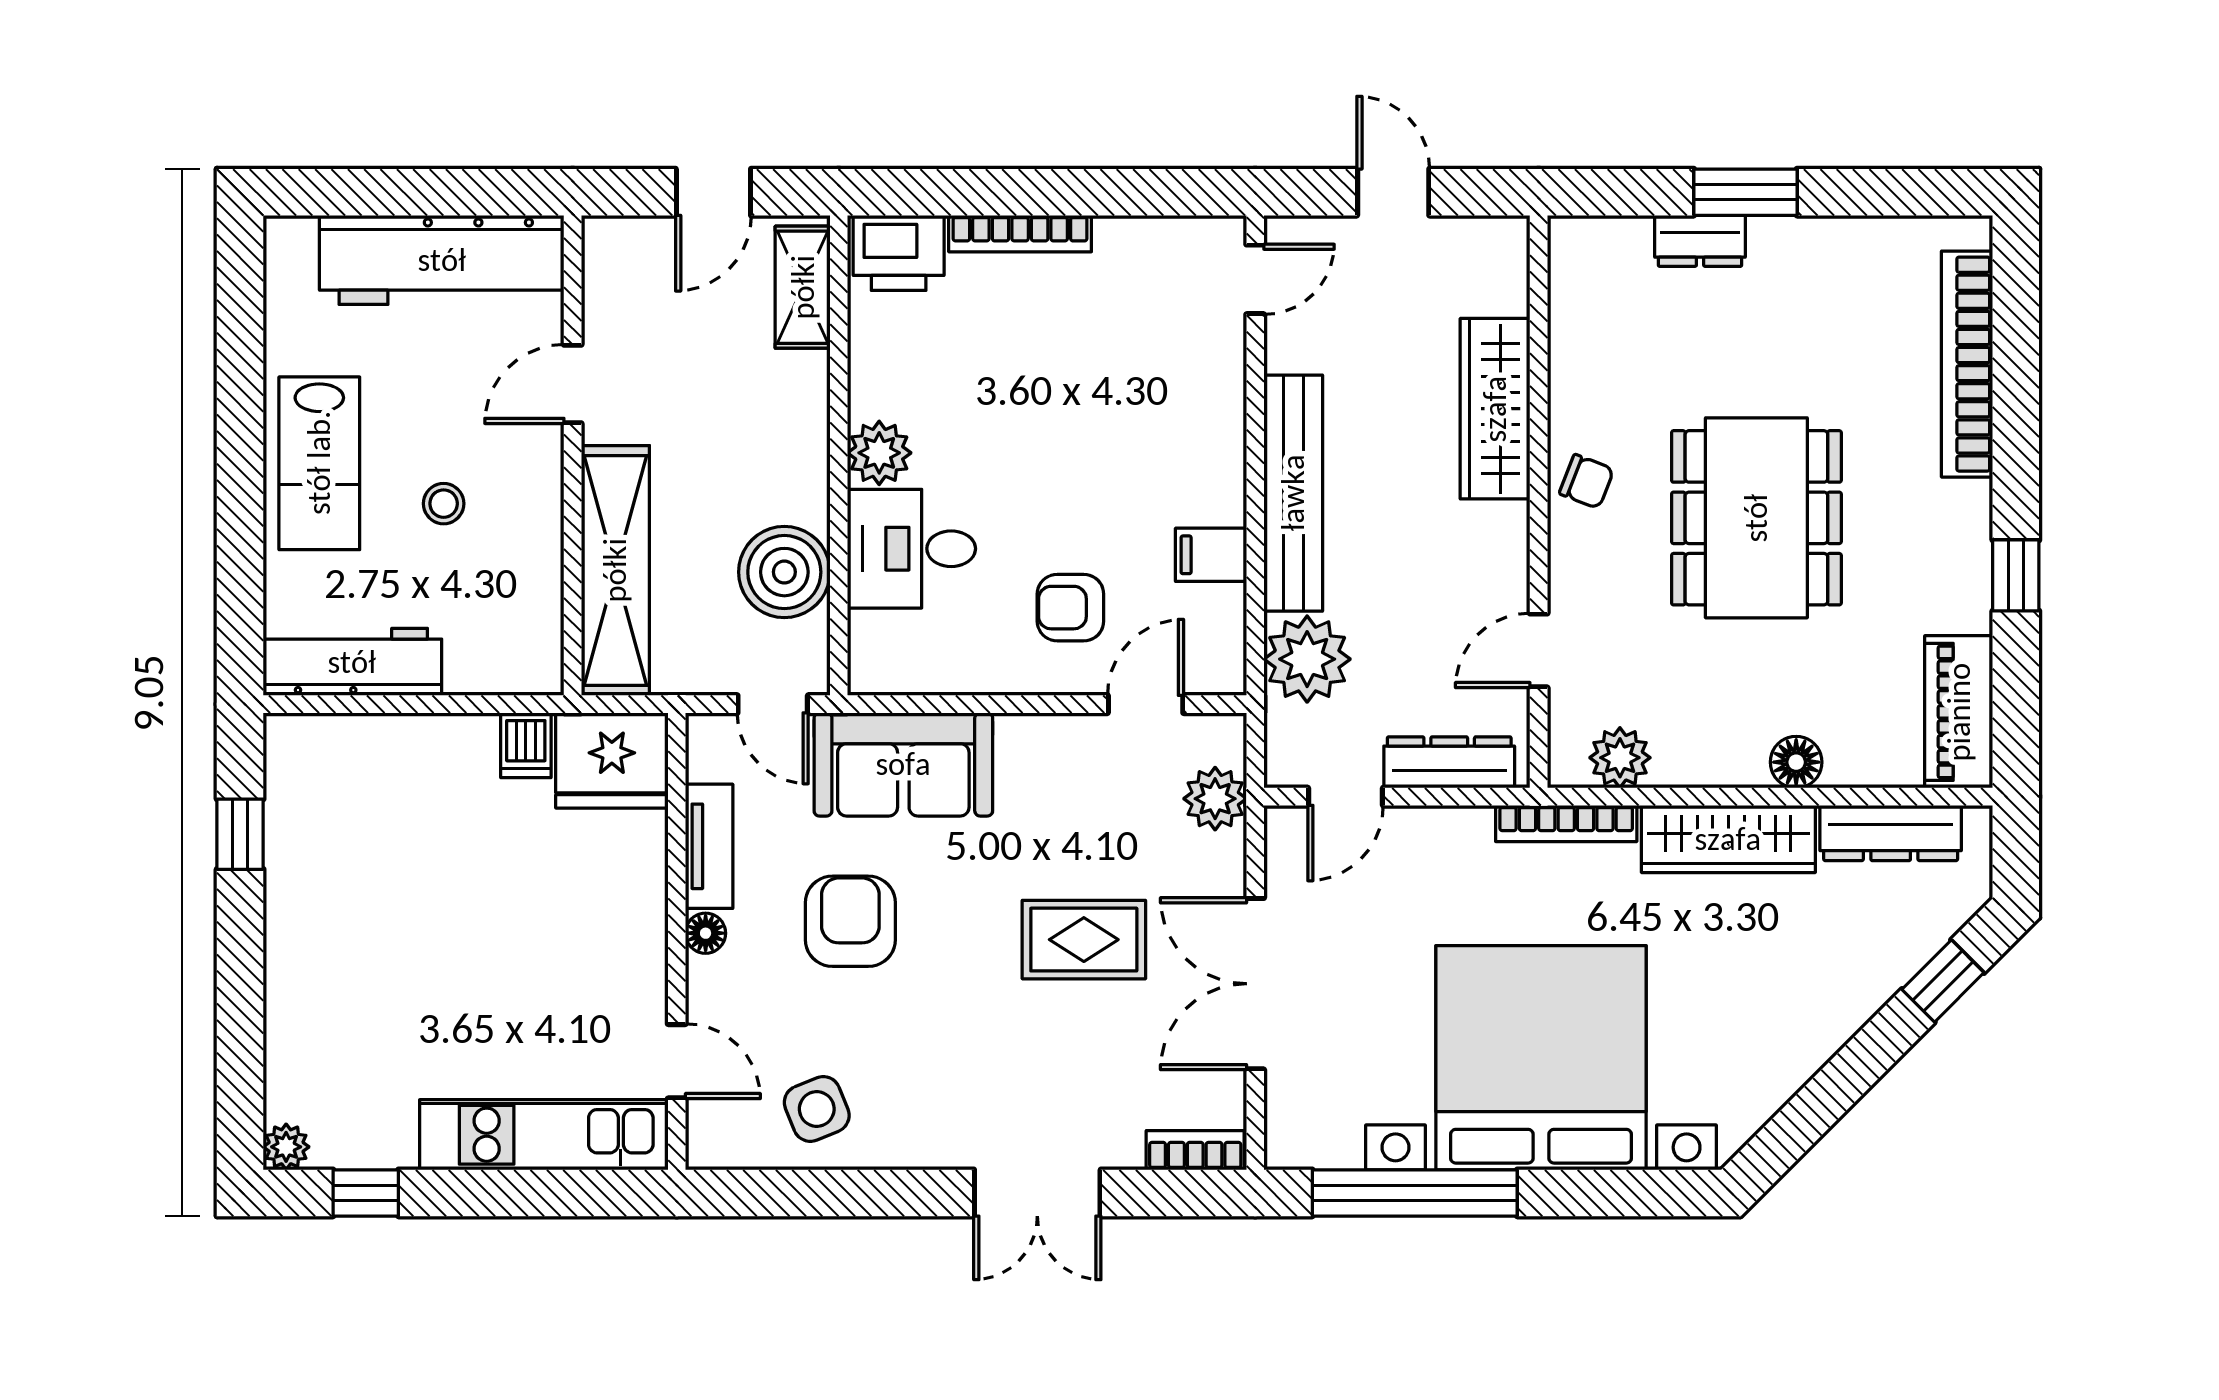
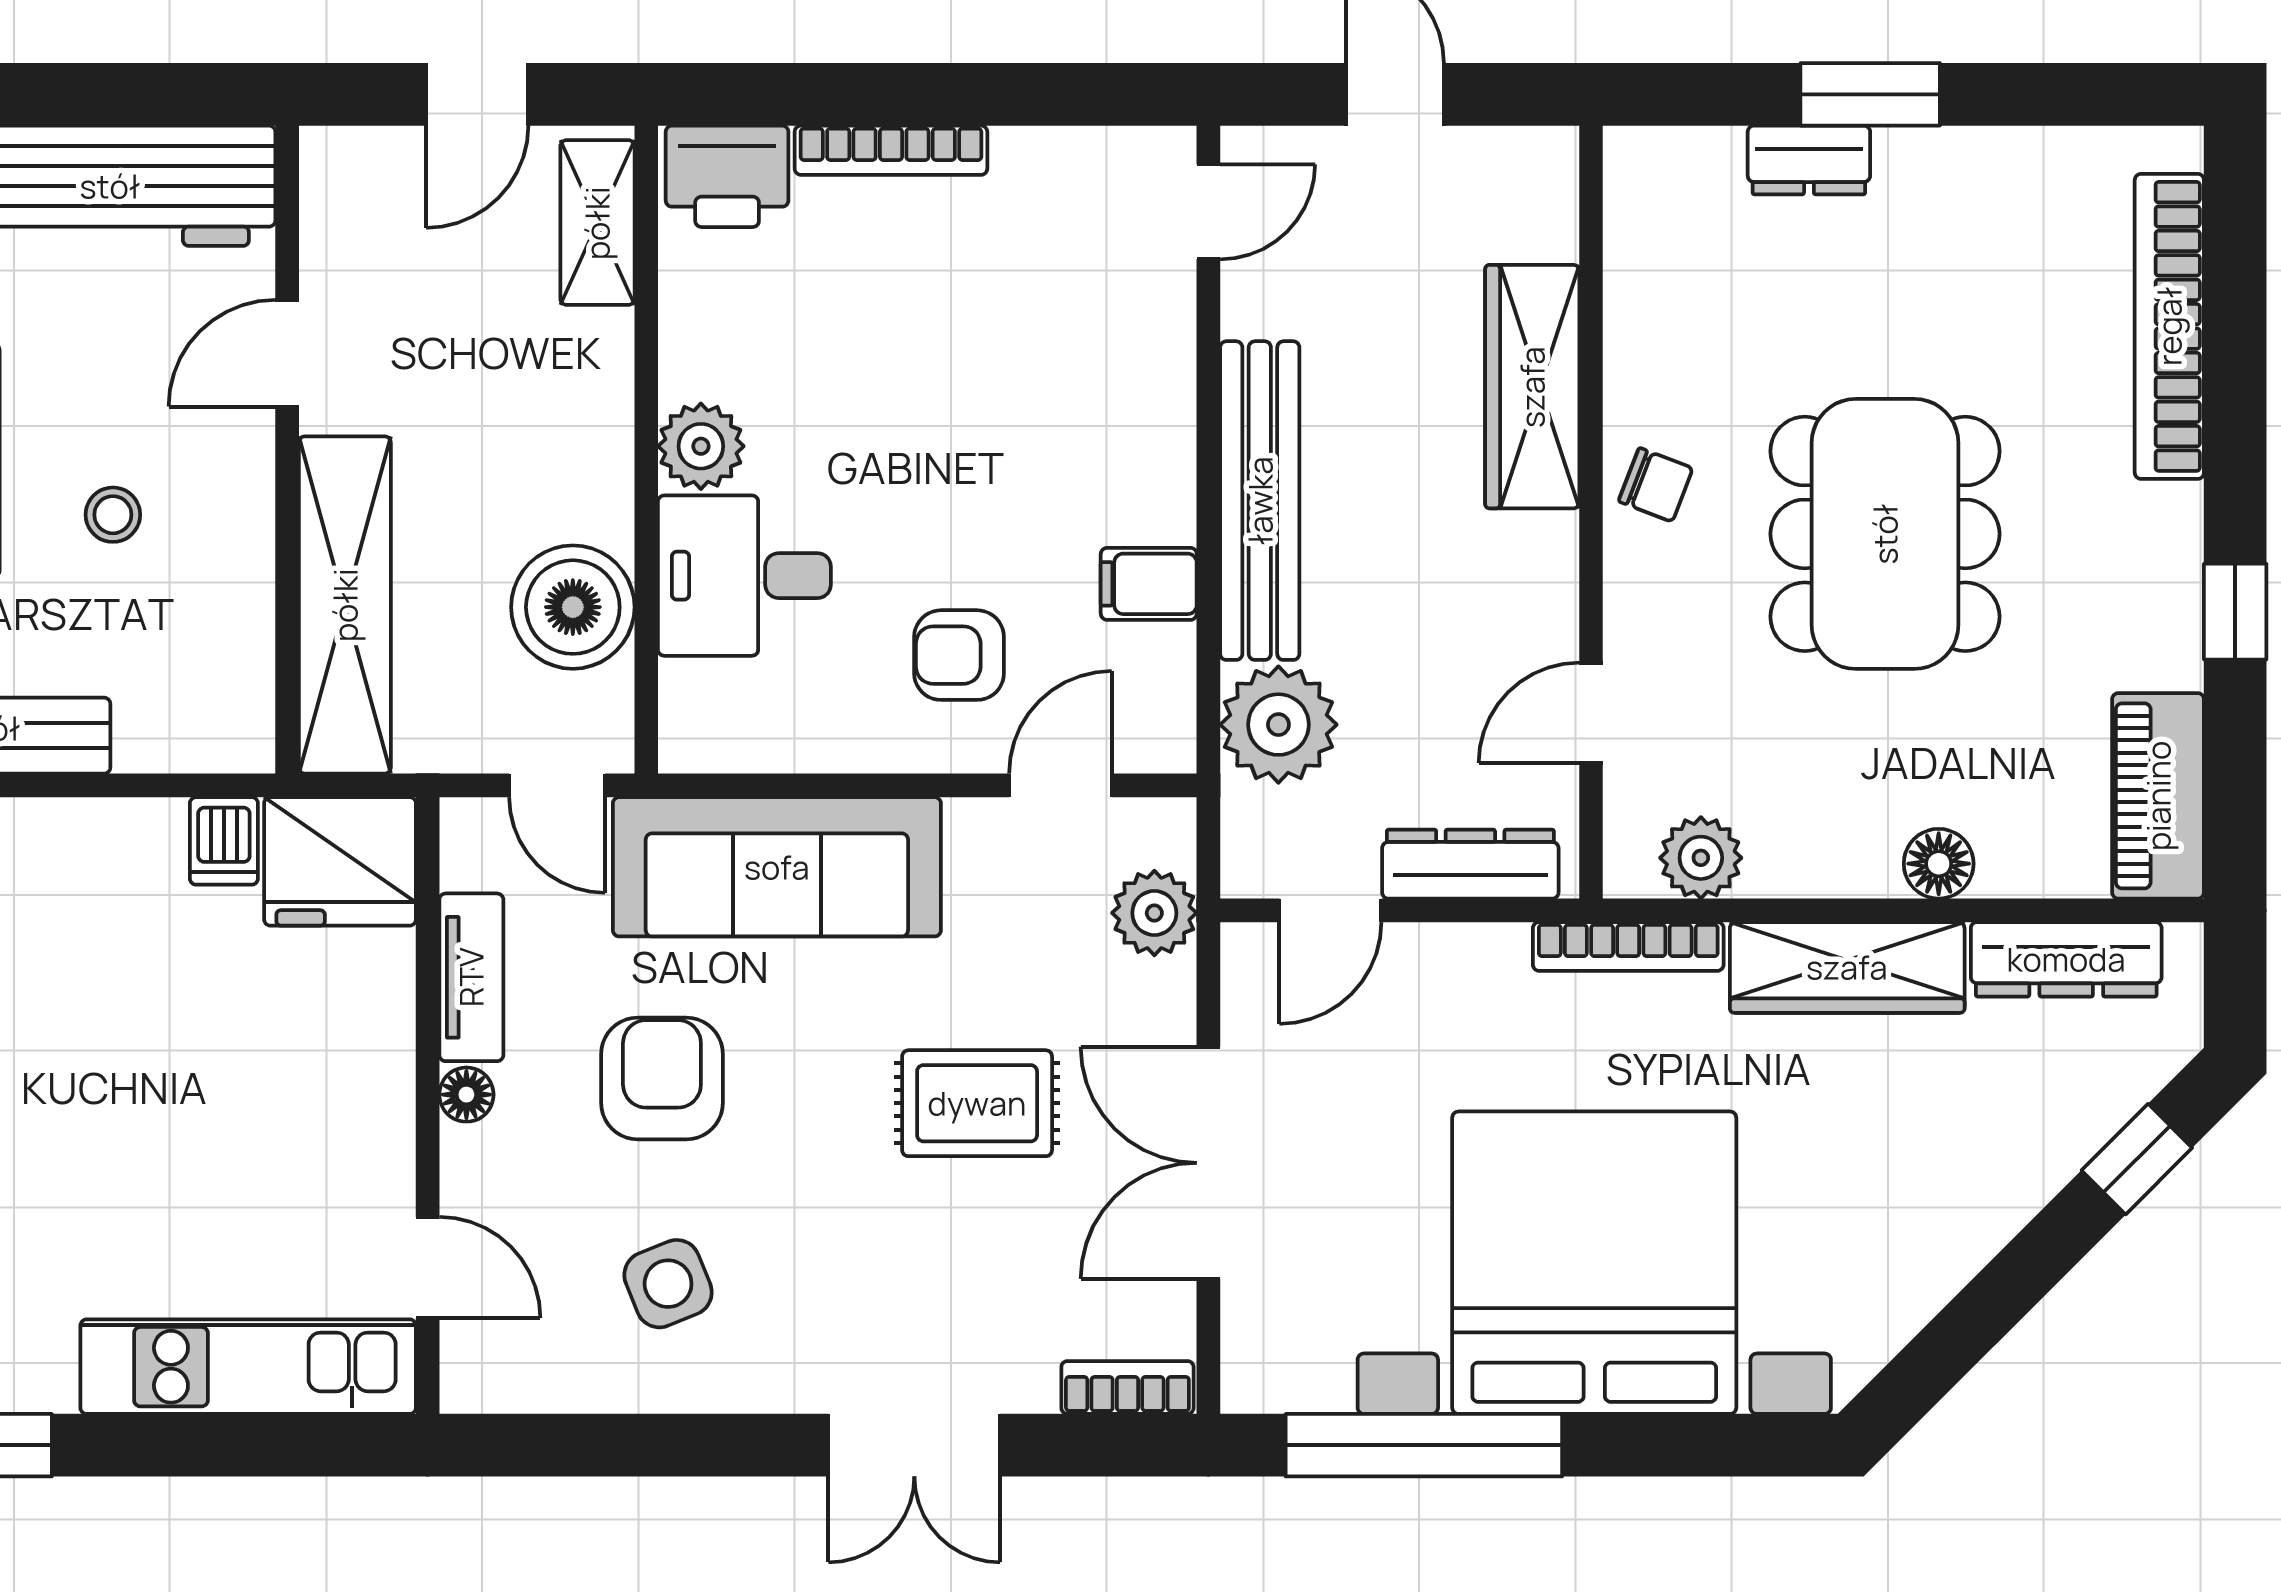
sofa: (903, 764) -> (777, 867), width x1.36
side table: (817, 1109) -> (668, 1284), moved

